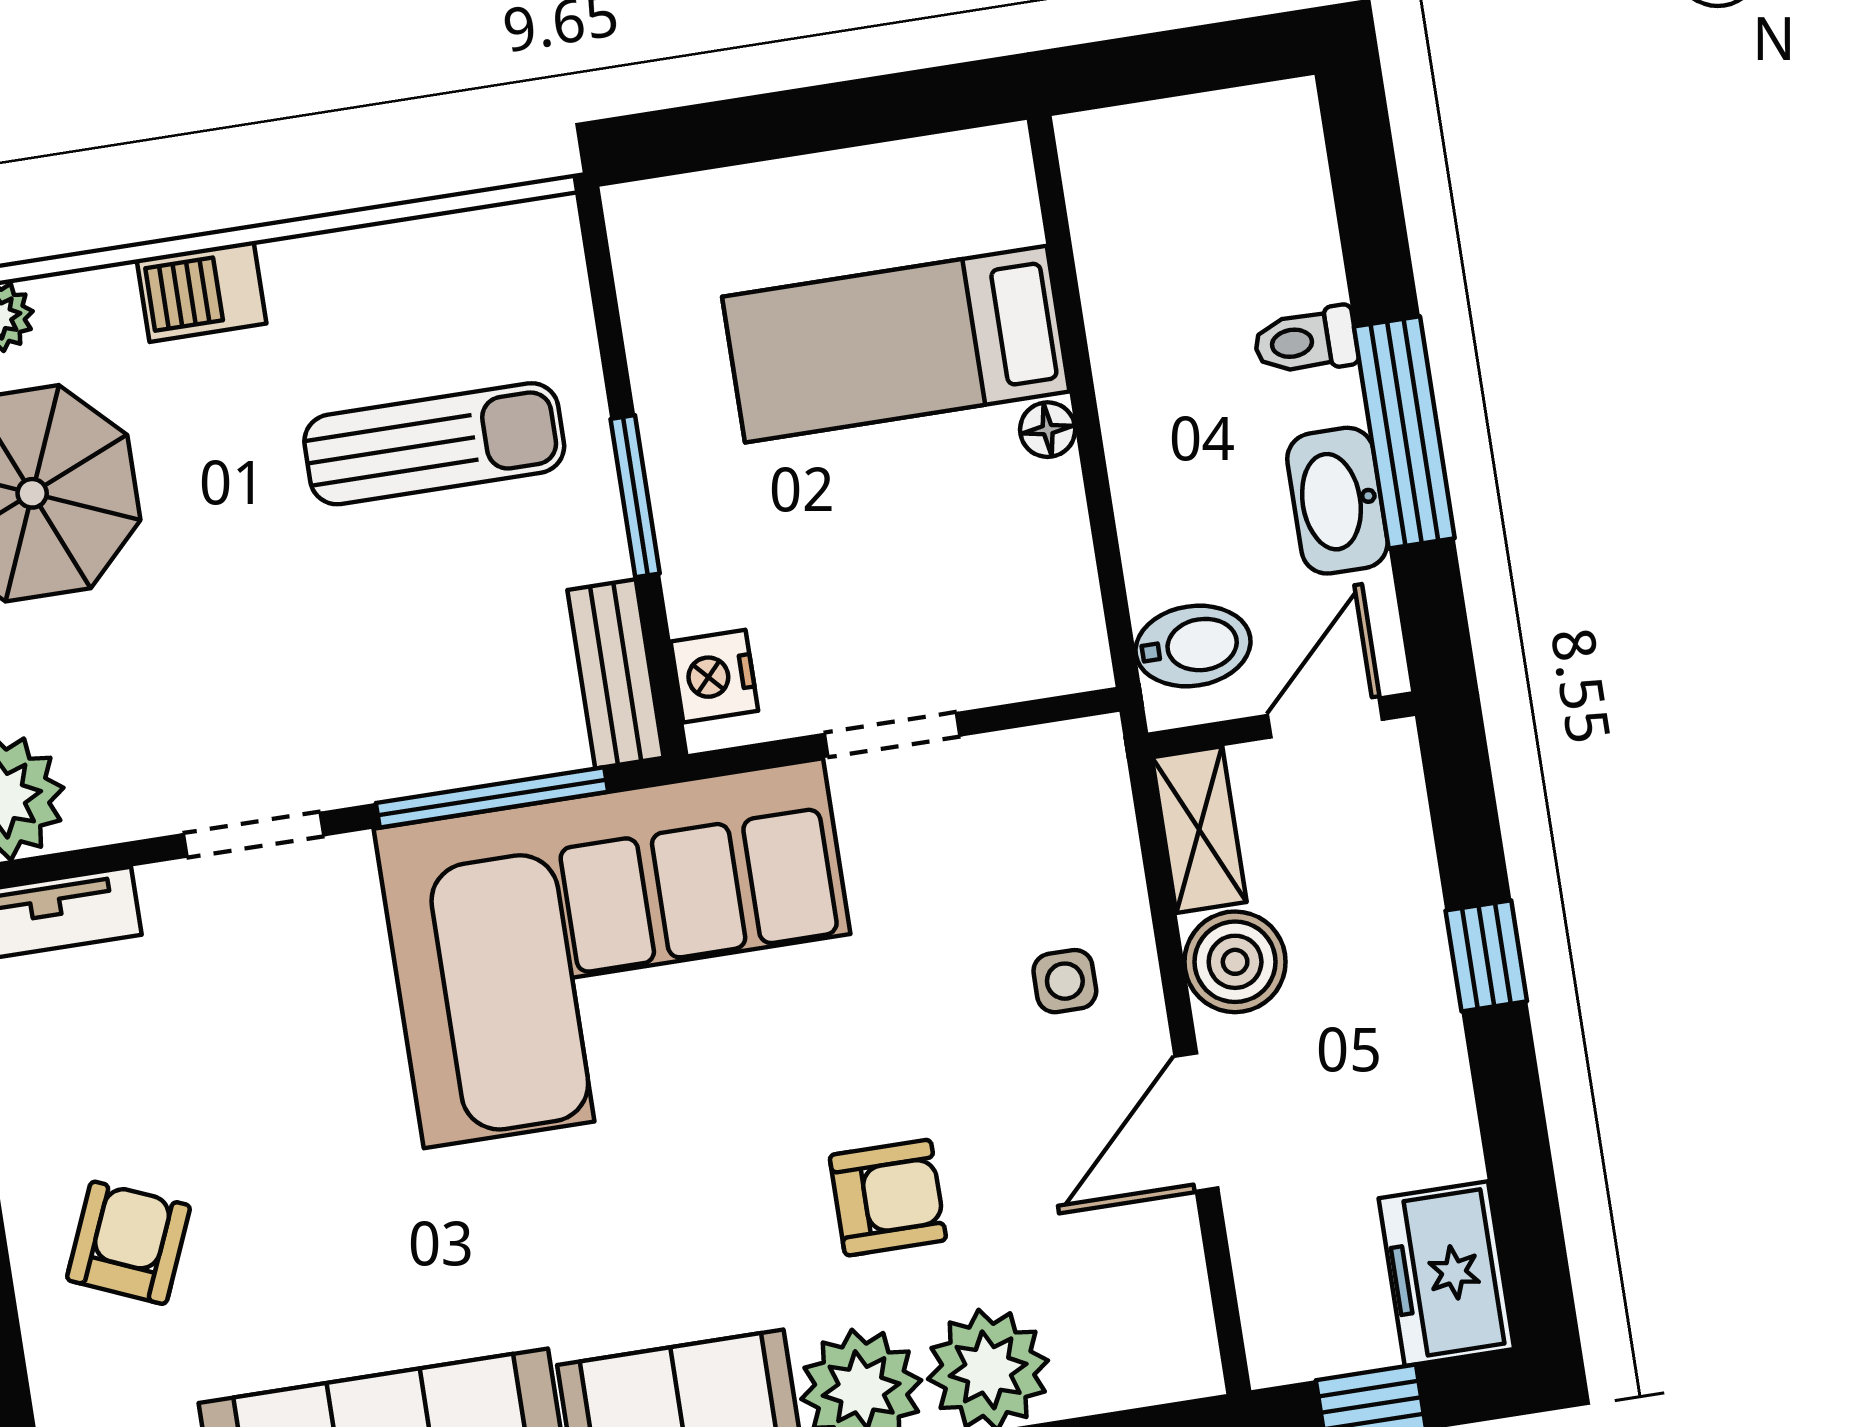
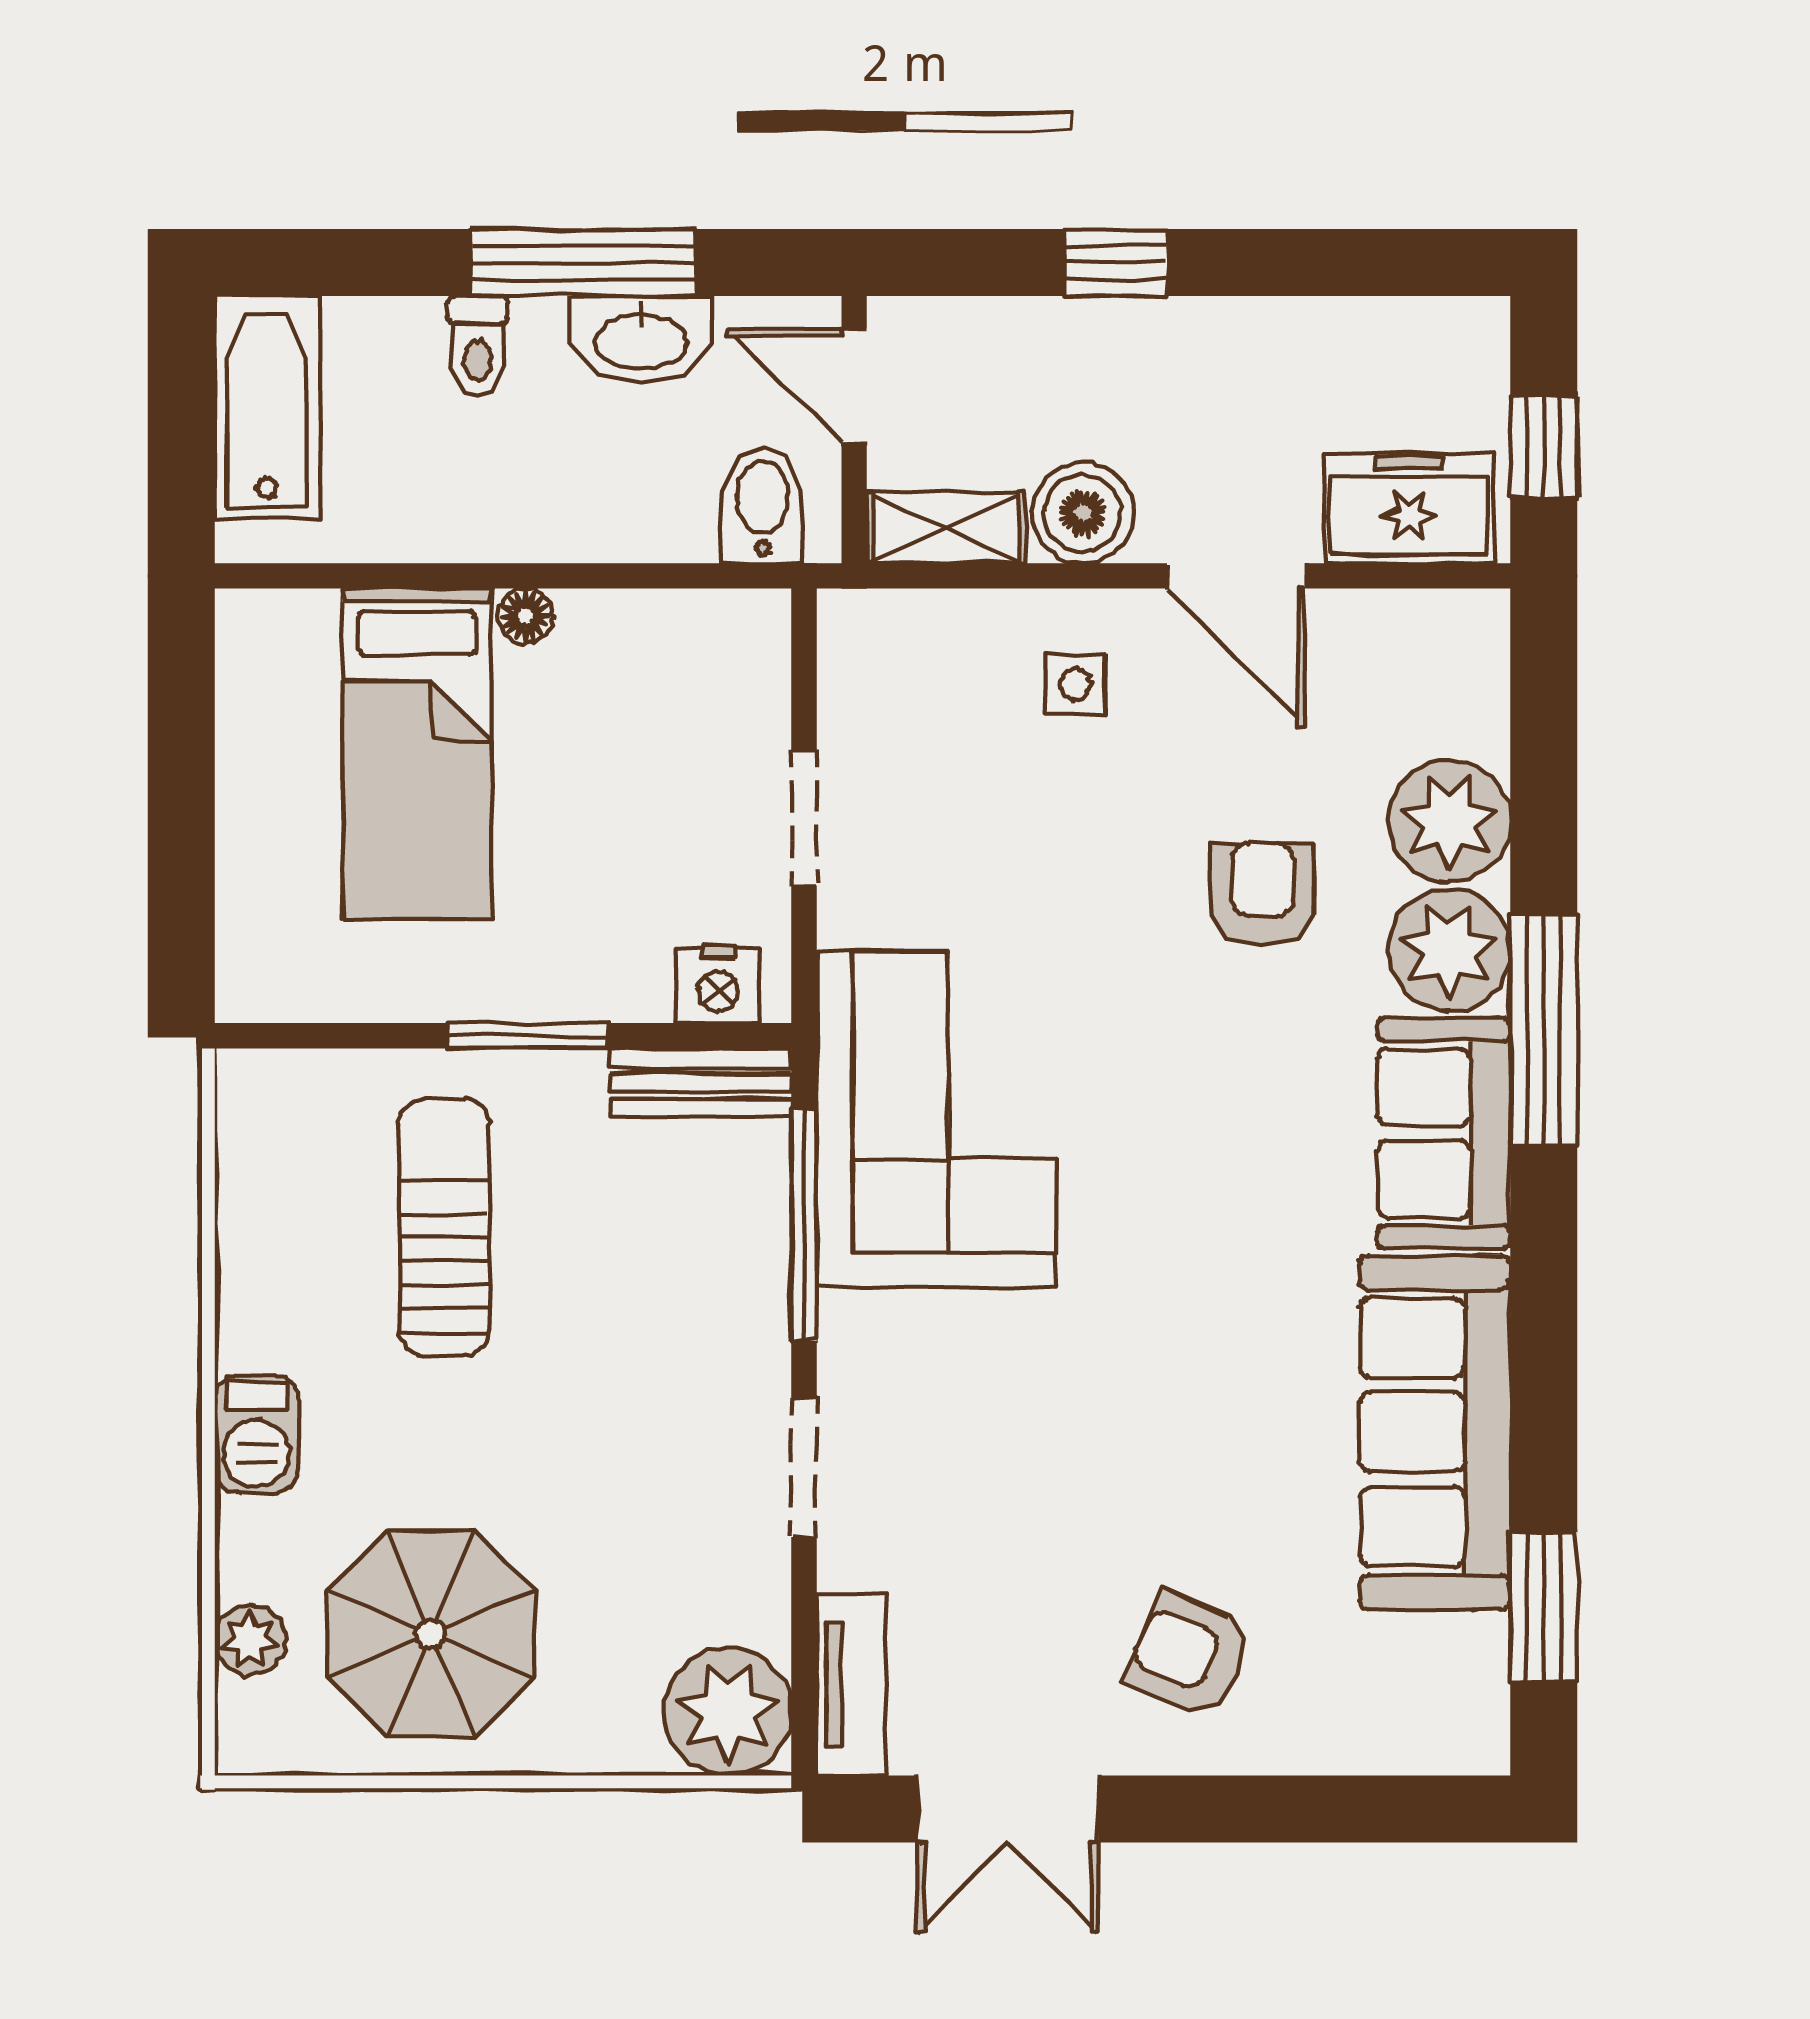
bathtub: (1213, 144) -> (267, 407), added
corner sofa: (623, 953) -> (936, 1119), width x0.73, depth x0.74
freezer: (1446, 1274) -> (1409, 508), moved, turned 180

